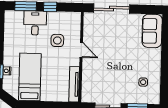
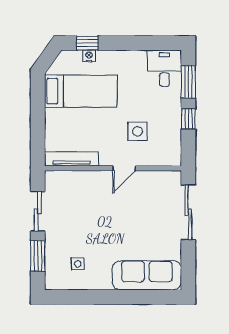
desk: (35, 23) -> (164, 68), moved, turned -90
sofa: (152, 31) -> (147, 275), width x1.36

